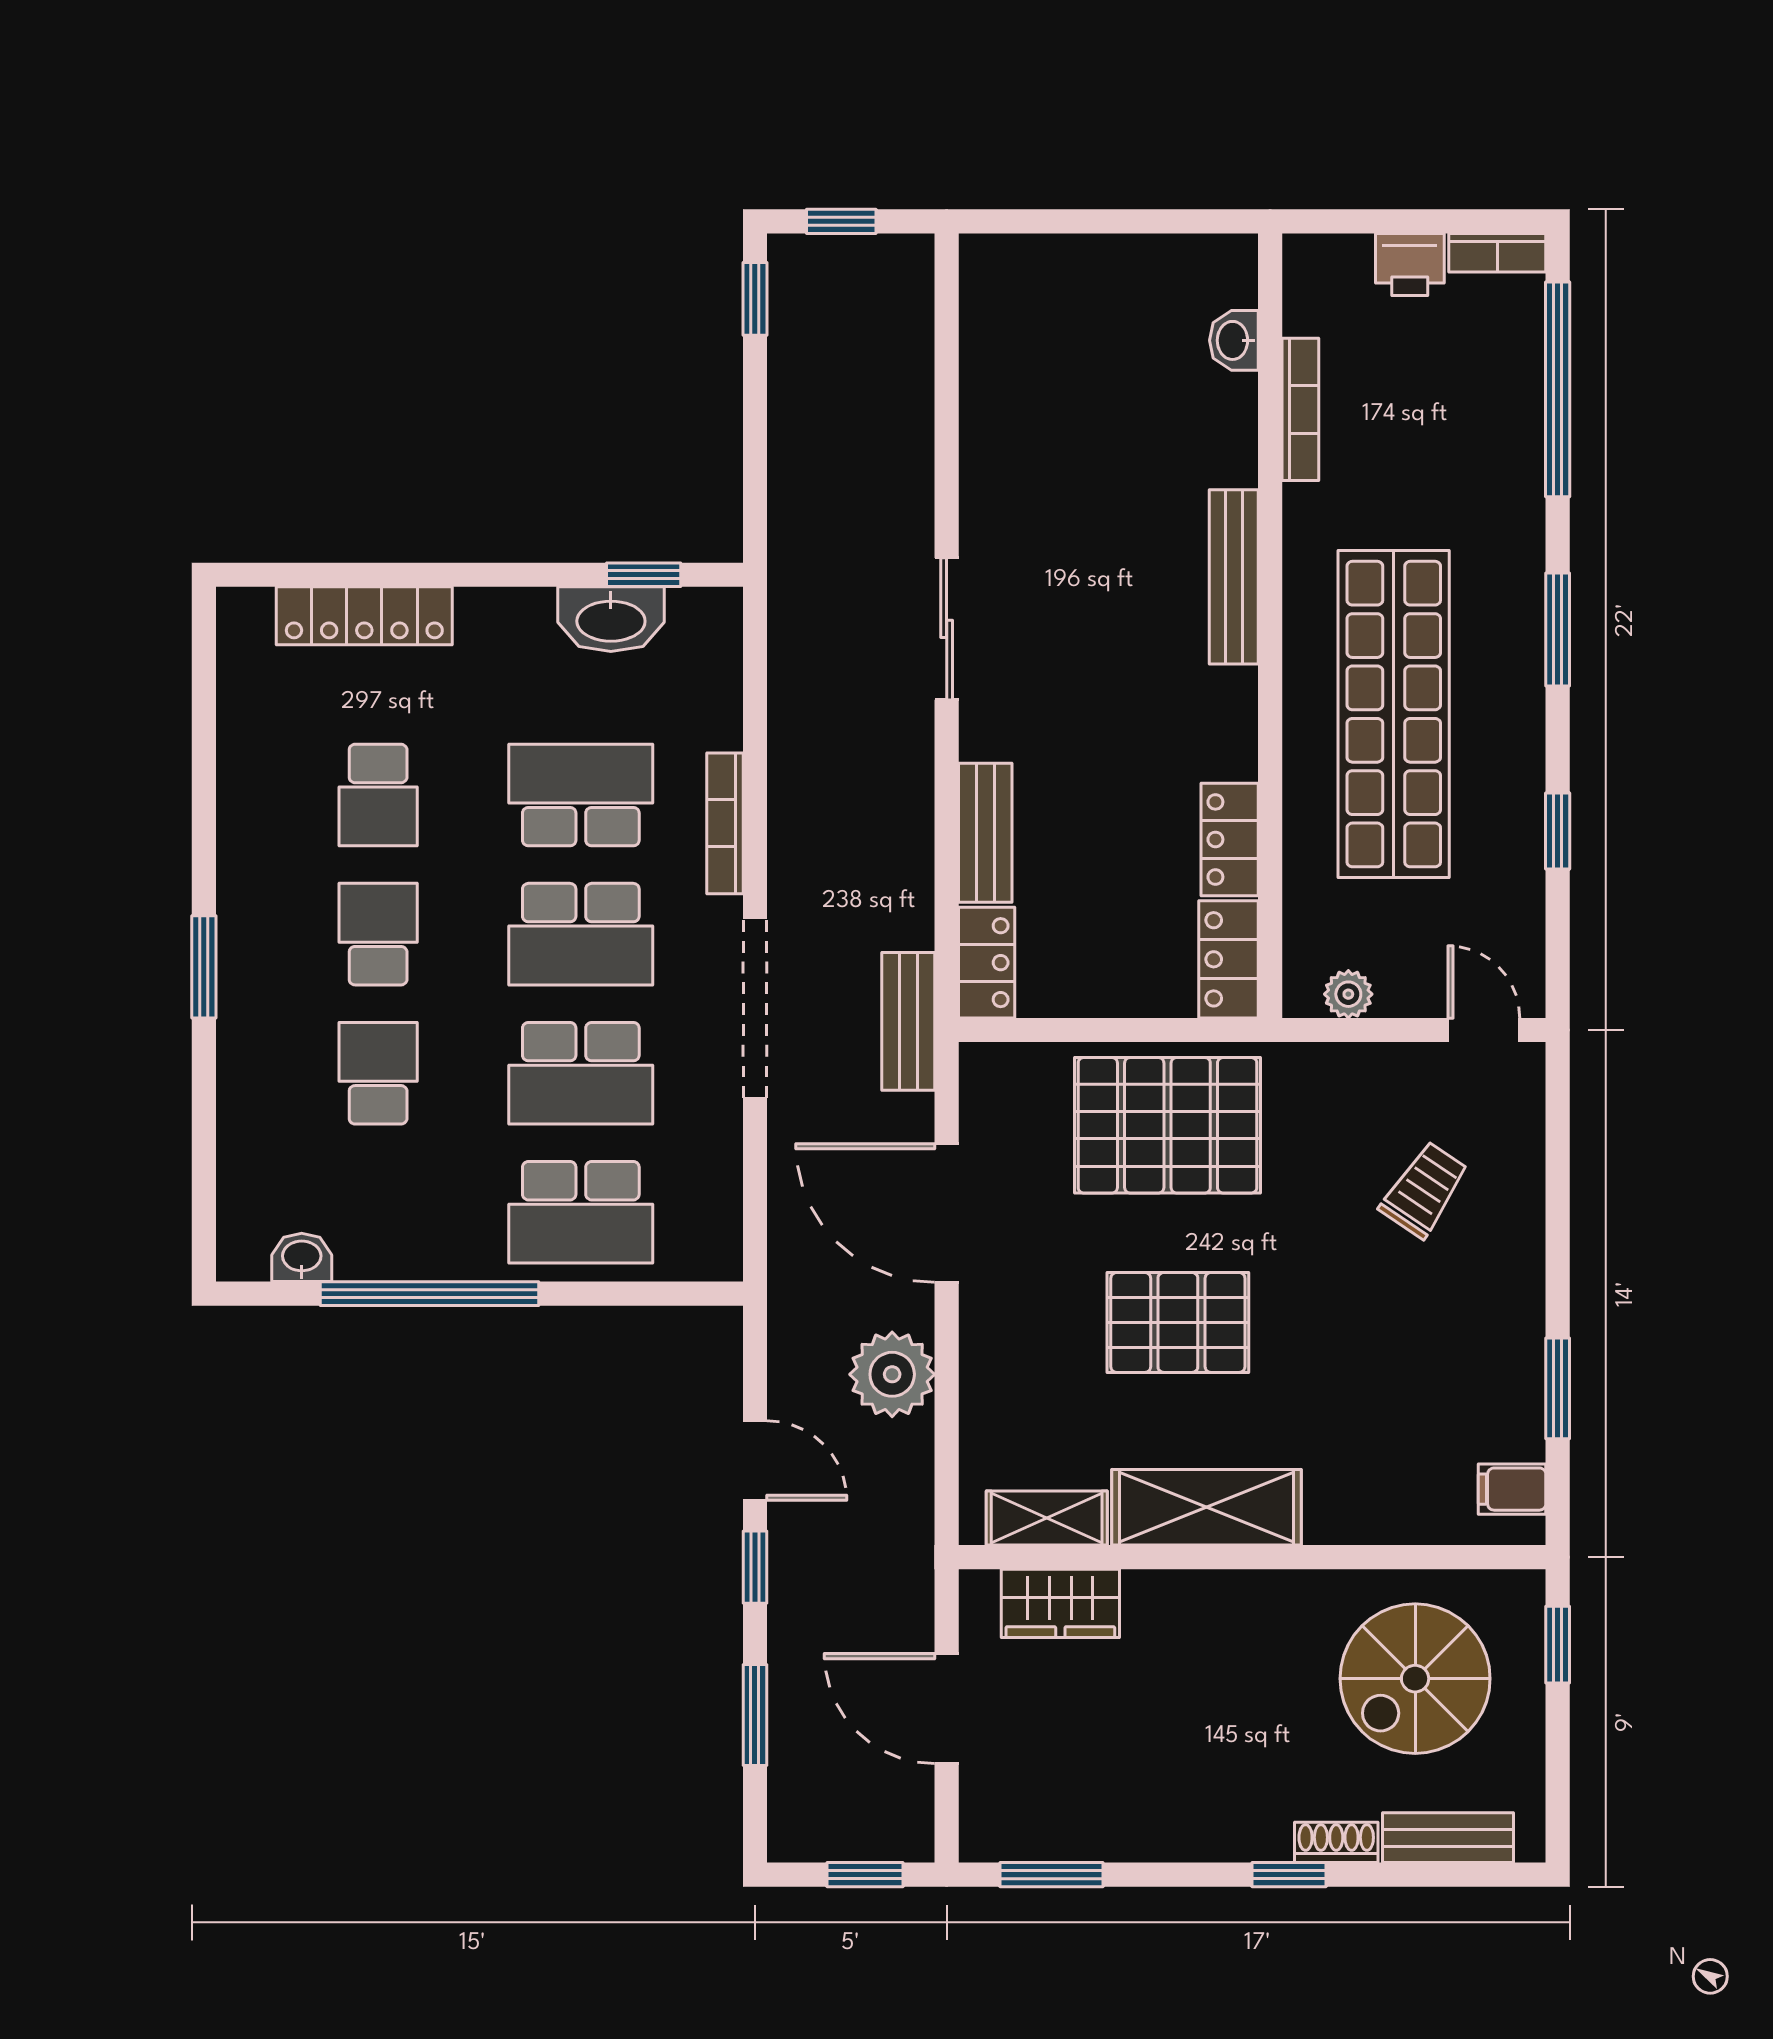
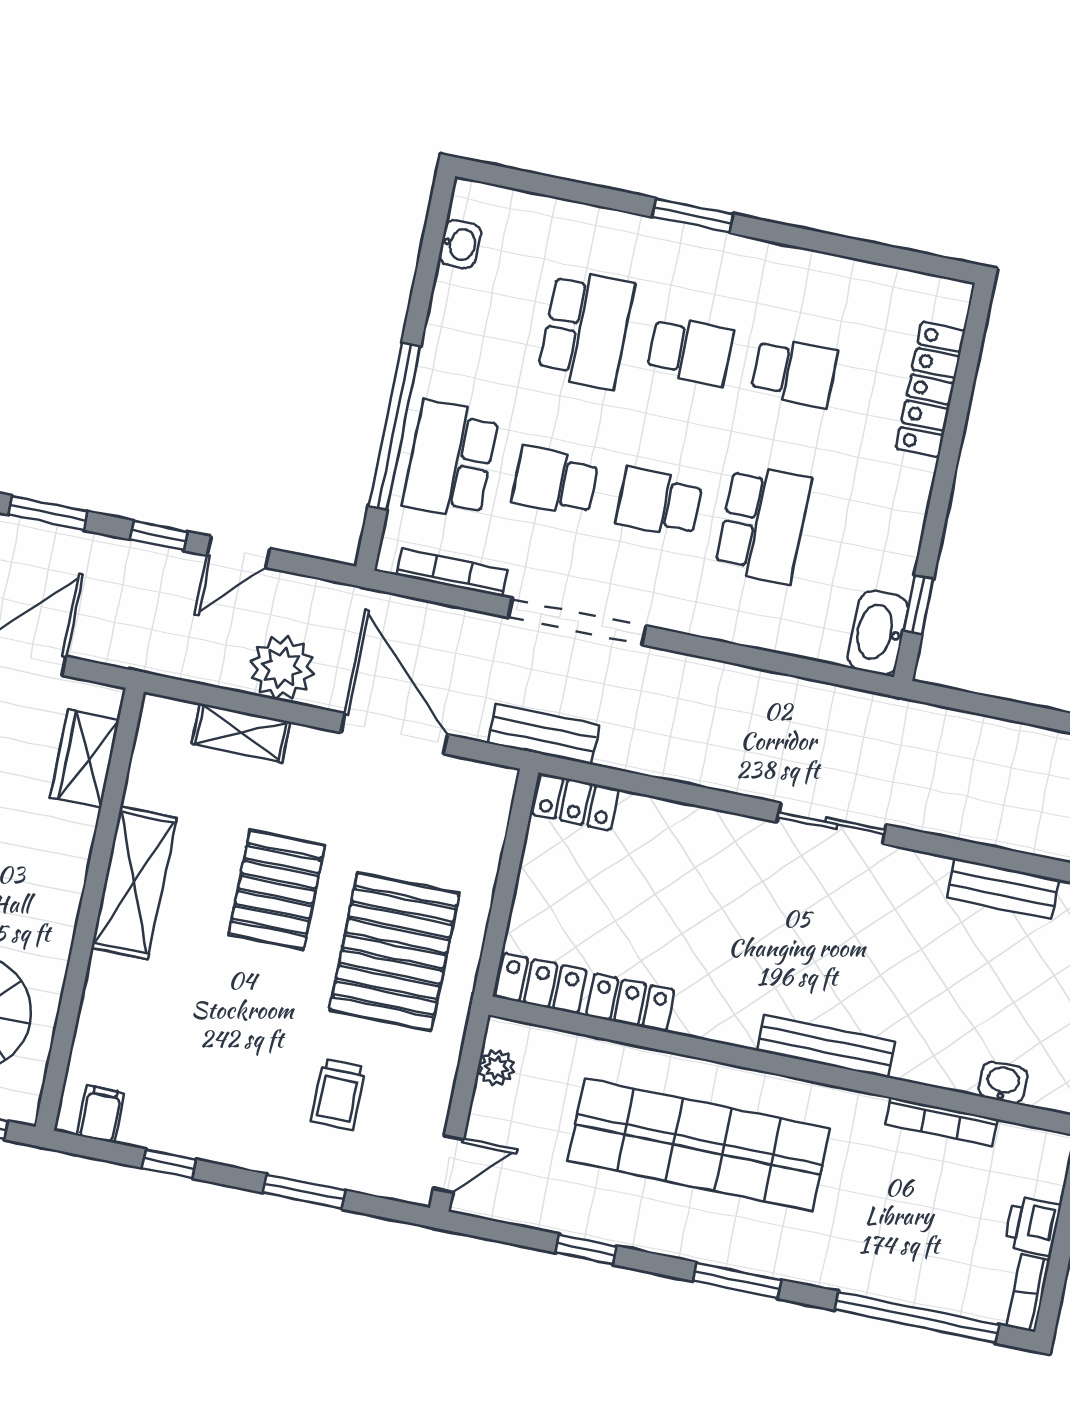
washbasin: (611, 619) -> (878, 633), moved
school desk: (378, 795) -> (794, 372), turned 180
bookcase: (725, 823) -> (452, 572), moved
bench: (985, 833) -> (1003, 889), moved
school desk: (581, 934) -> (659, 503), width x0.54
school desk: (378, 1073) -> (586, 329), width x1.85
school desk: (581, 1073) -> (555, 481), width x0.54
pallet: (1167, 1125) -> (394, 952), moved
trolley: (1424, 1190) -> (338, 1094), turned 56
window: (1558, 1208) -> (304, 1192), added
door: (947, 1213) -> (394, 733), hinge flipped
window: (430, 1294) -> (394, 426), moved
window: (1558, 1388) -> (169, 1164), width x0.67
shelving: (1047, 1518) -> (241, 733), moved, turned 90

